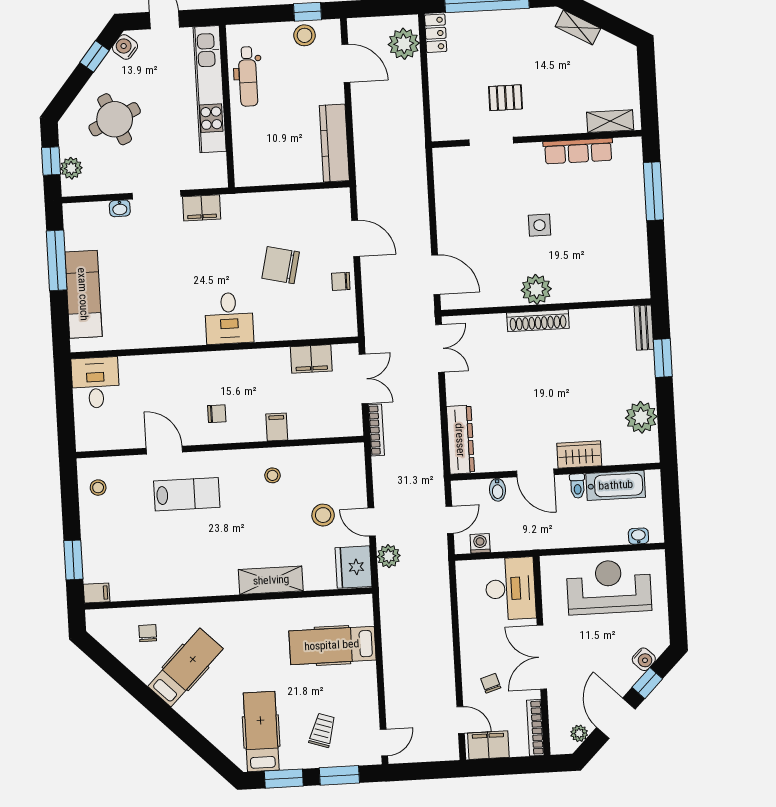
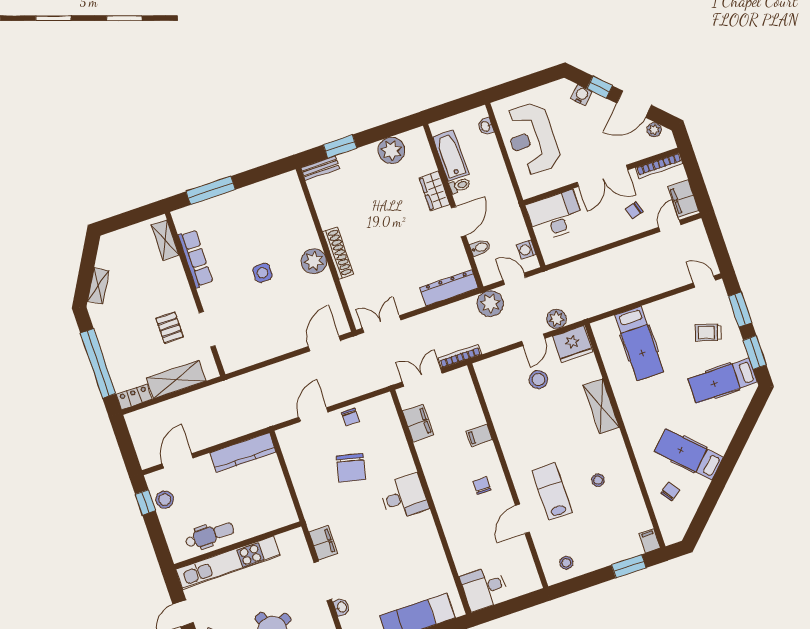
plant: (404, 44) -> (490, 304), moved
shelving: (442, 88) -> (176, 380), added
stool: (272, 475) -> (598, 480), moved
chair: (148, 633) -> (670, 492), turned 144

